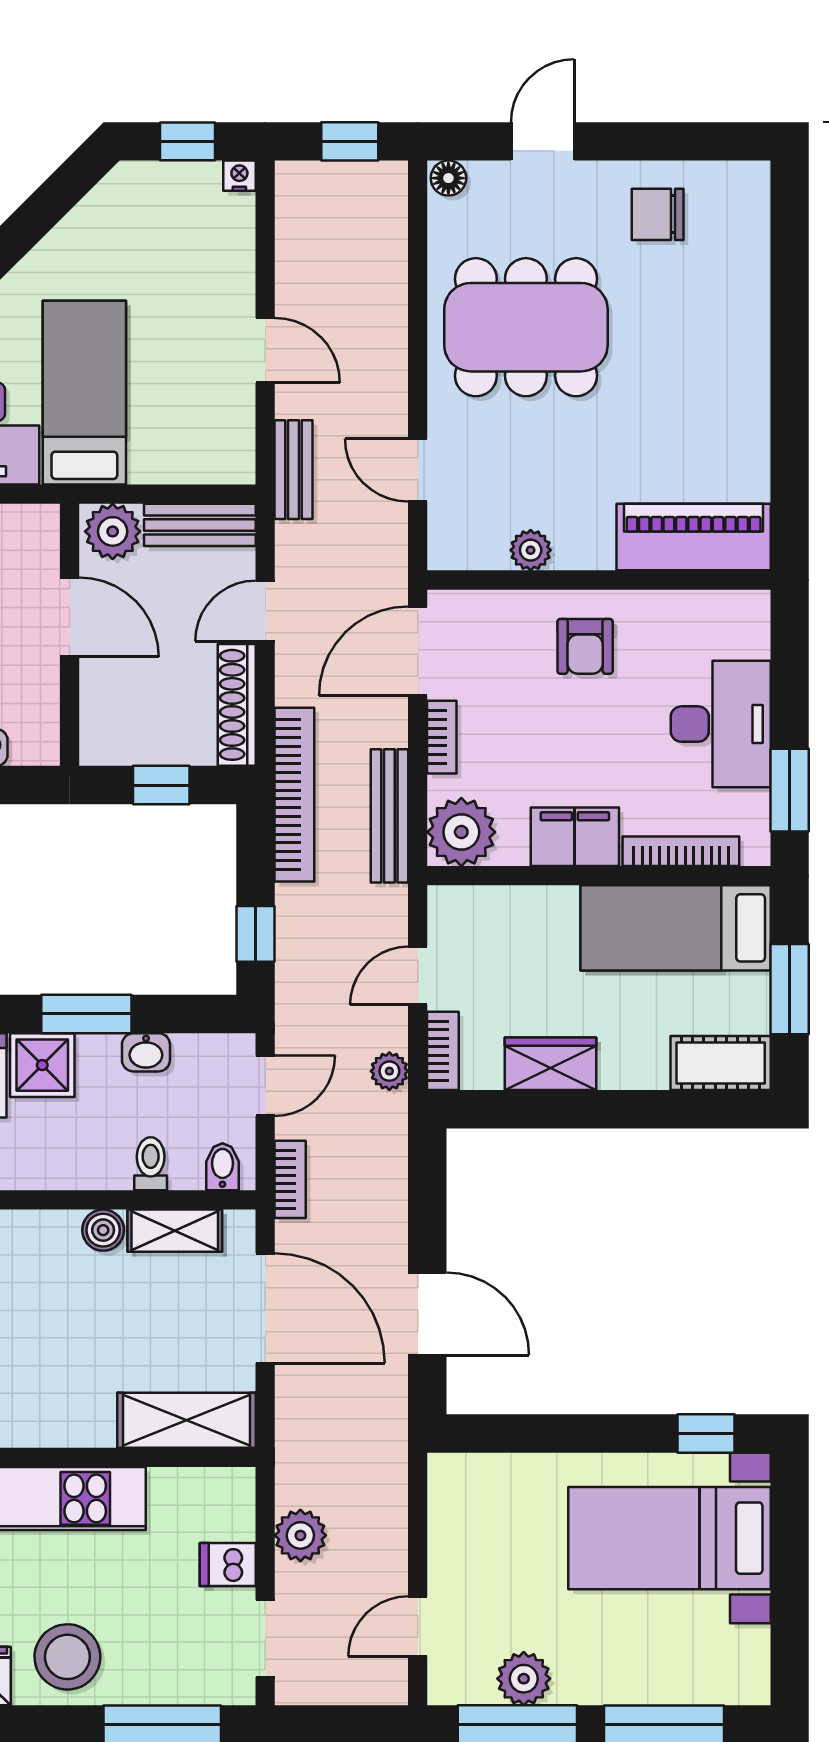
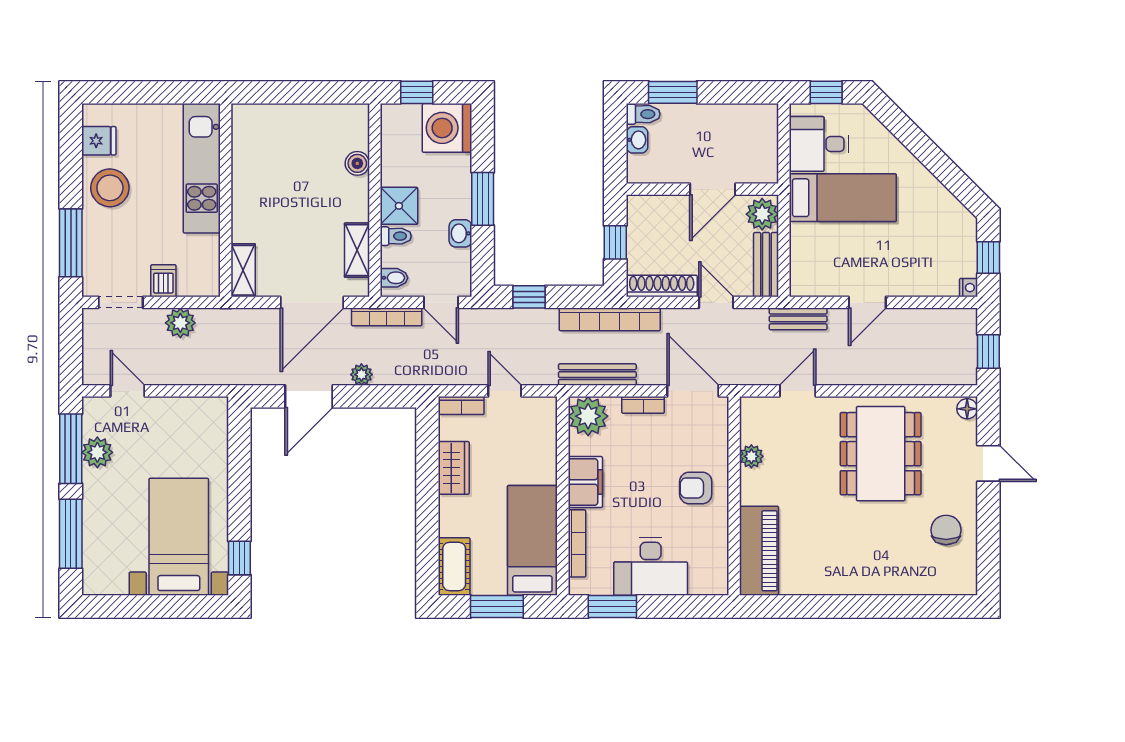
shower: (42, 1065) -> (399, 206), moved
plant: (389, 1071) -> (361, 375), moved
bookcase: (290, 1179) -> (387, 317), width x1.56
boiler: (103, 1230) -> (357, 163), moved
shelving: (186, 1420) -> (243, 270), width x0.67, depth x0.75

